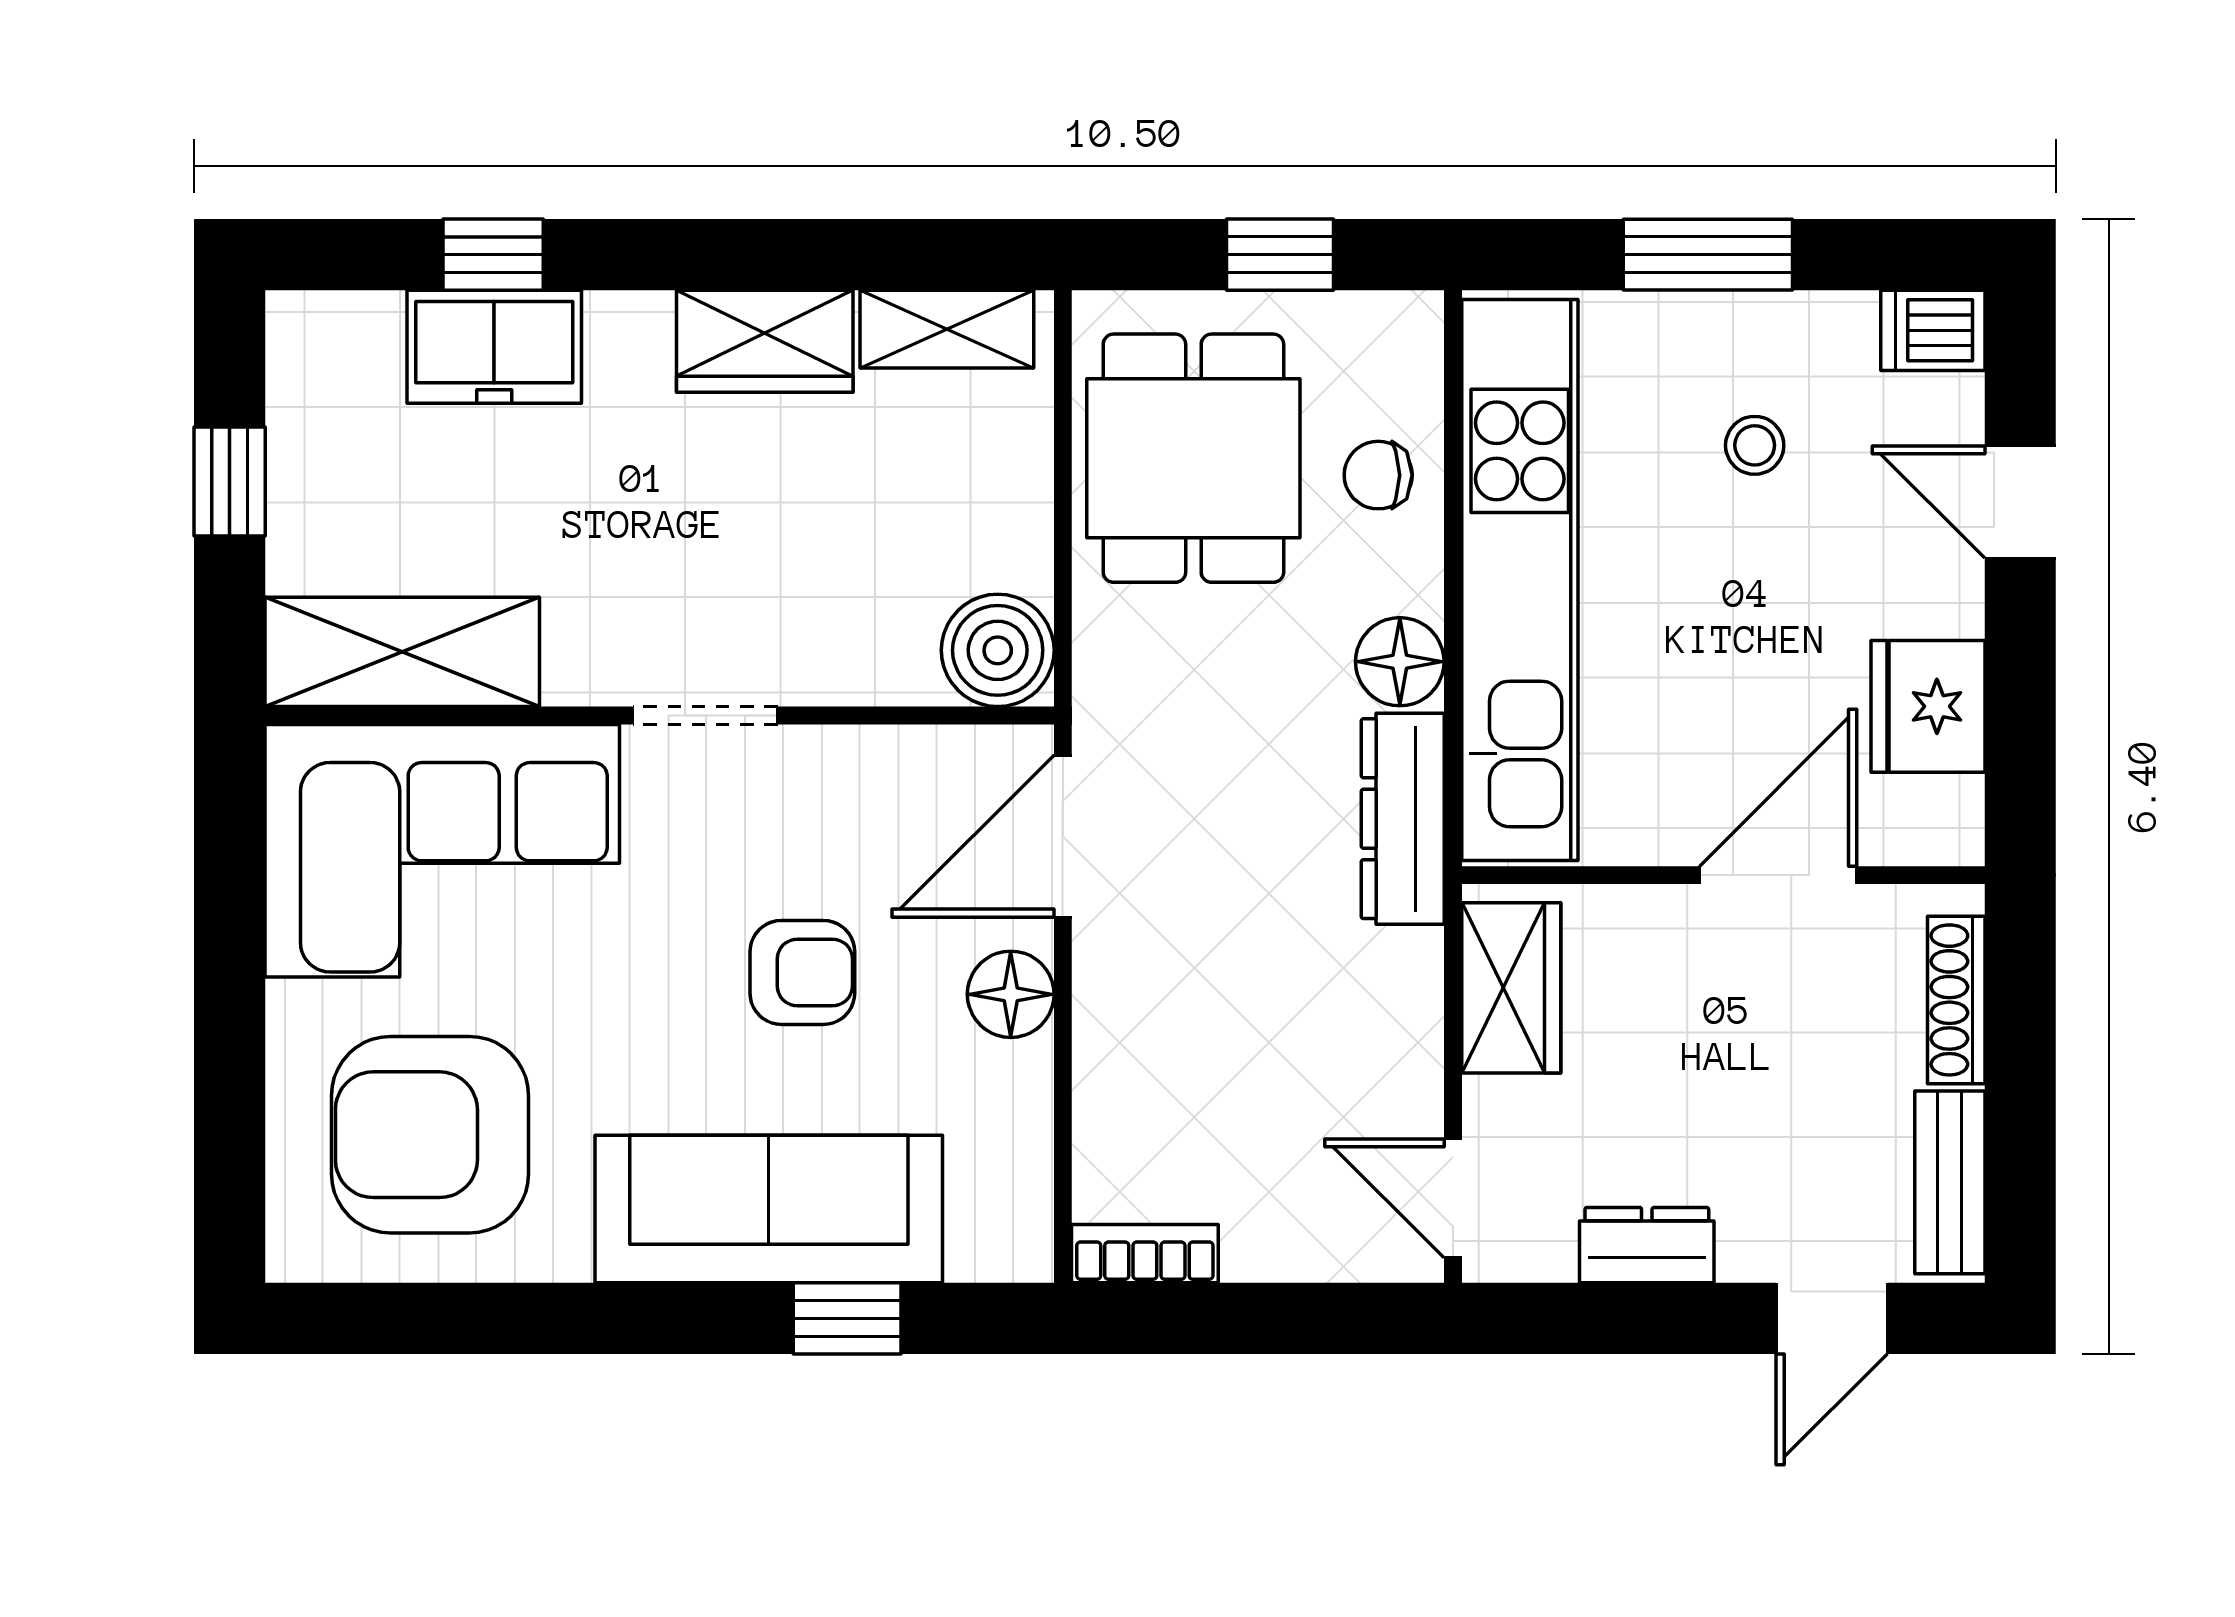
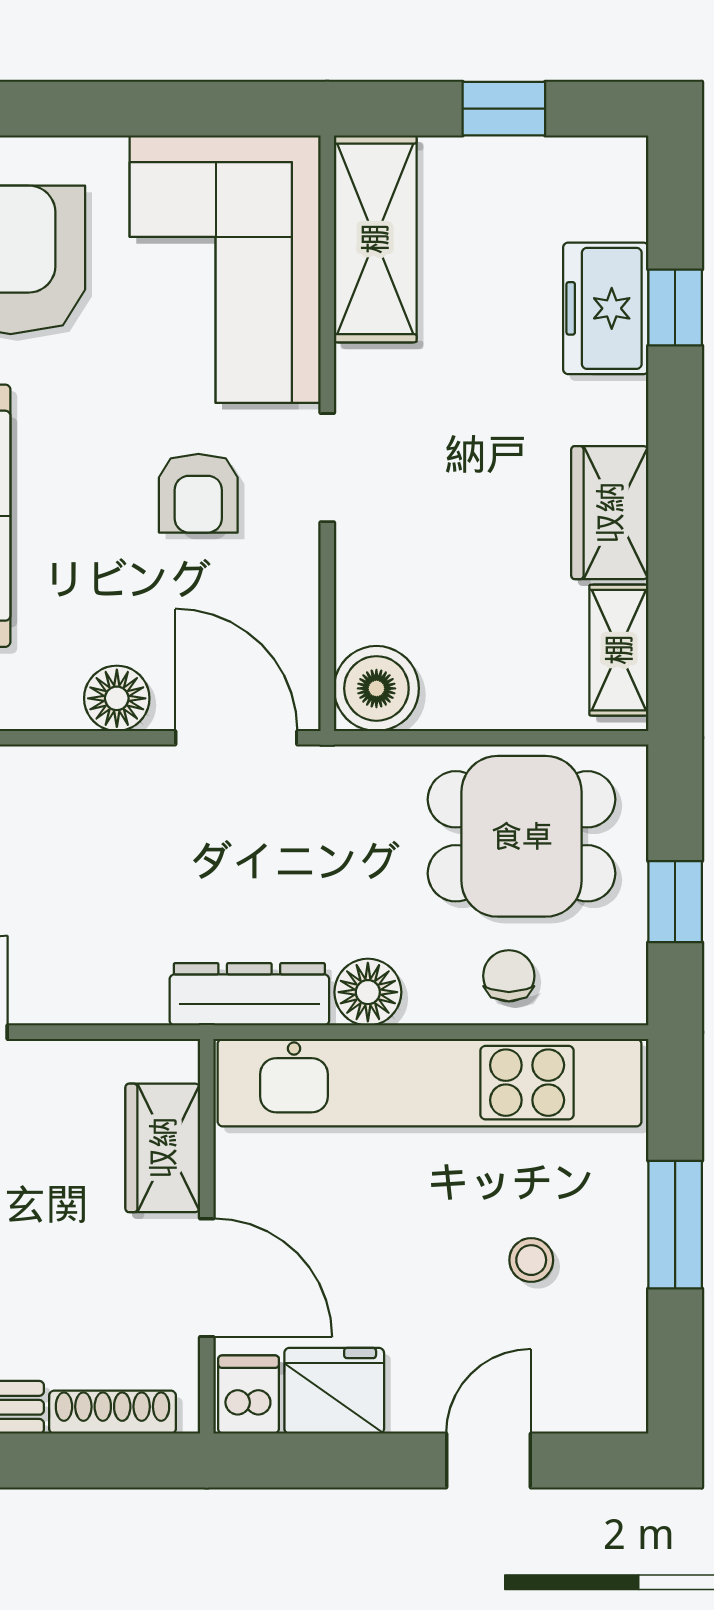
dishwasher: (1933, 330) -> (249, 1395), moved
armchair: (802, 972) -> (198, 493), moved
wardrobe: (1511, 988) -> (163, 1148), moved, turned 90

